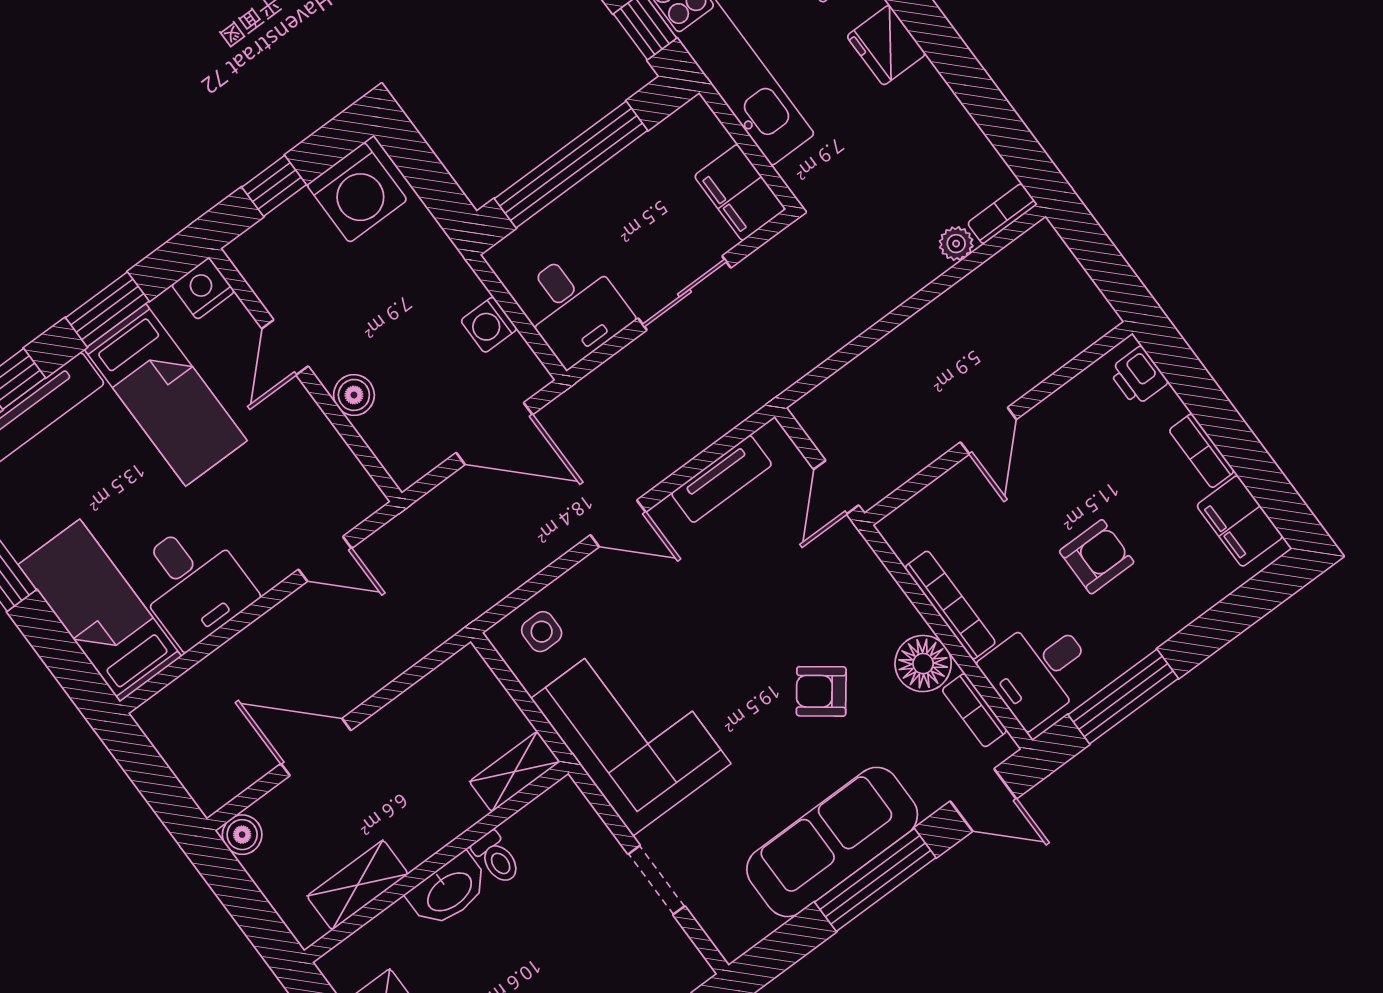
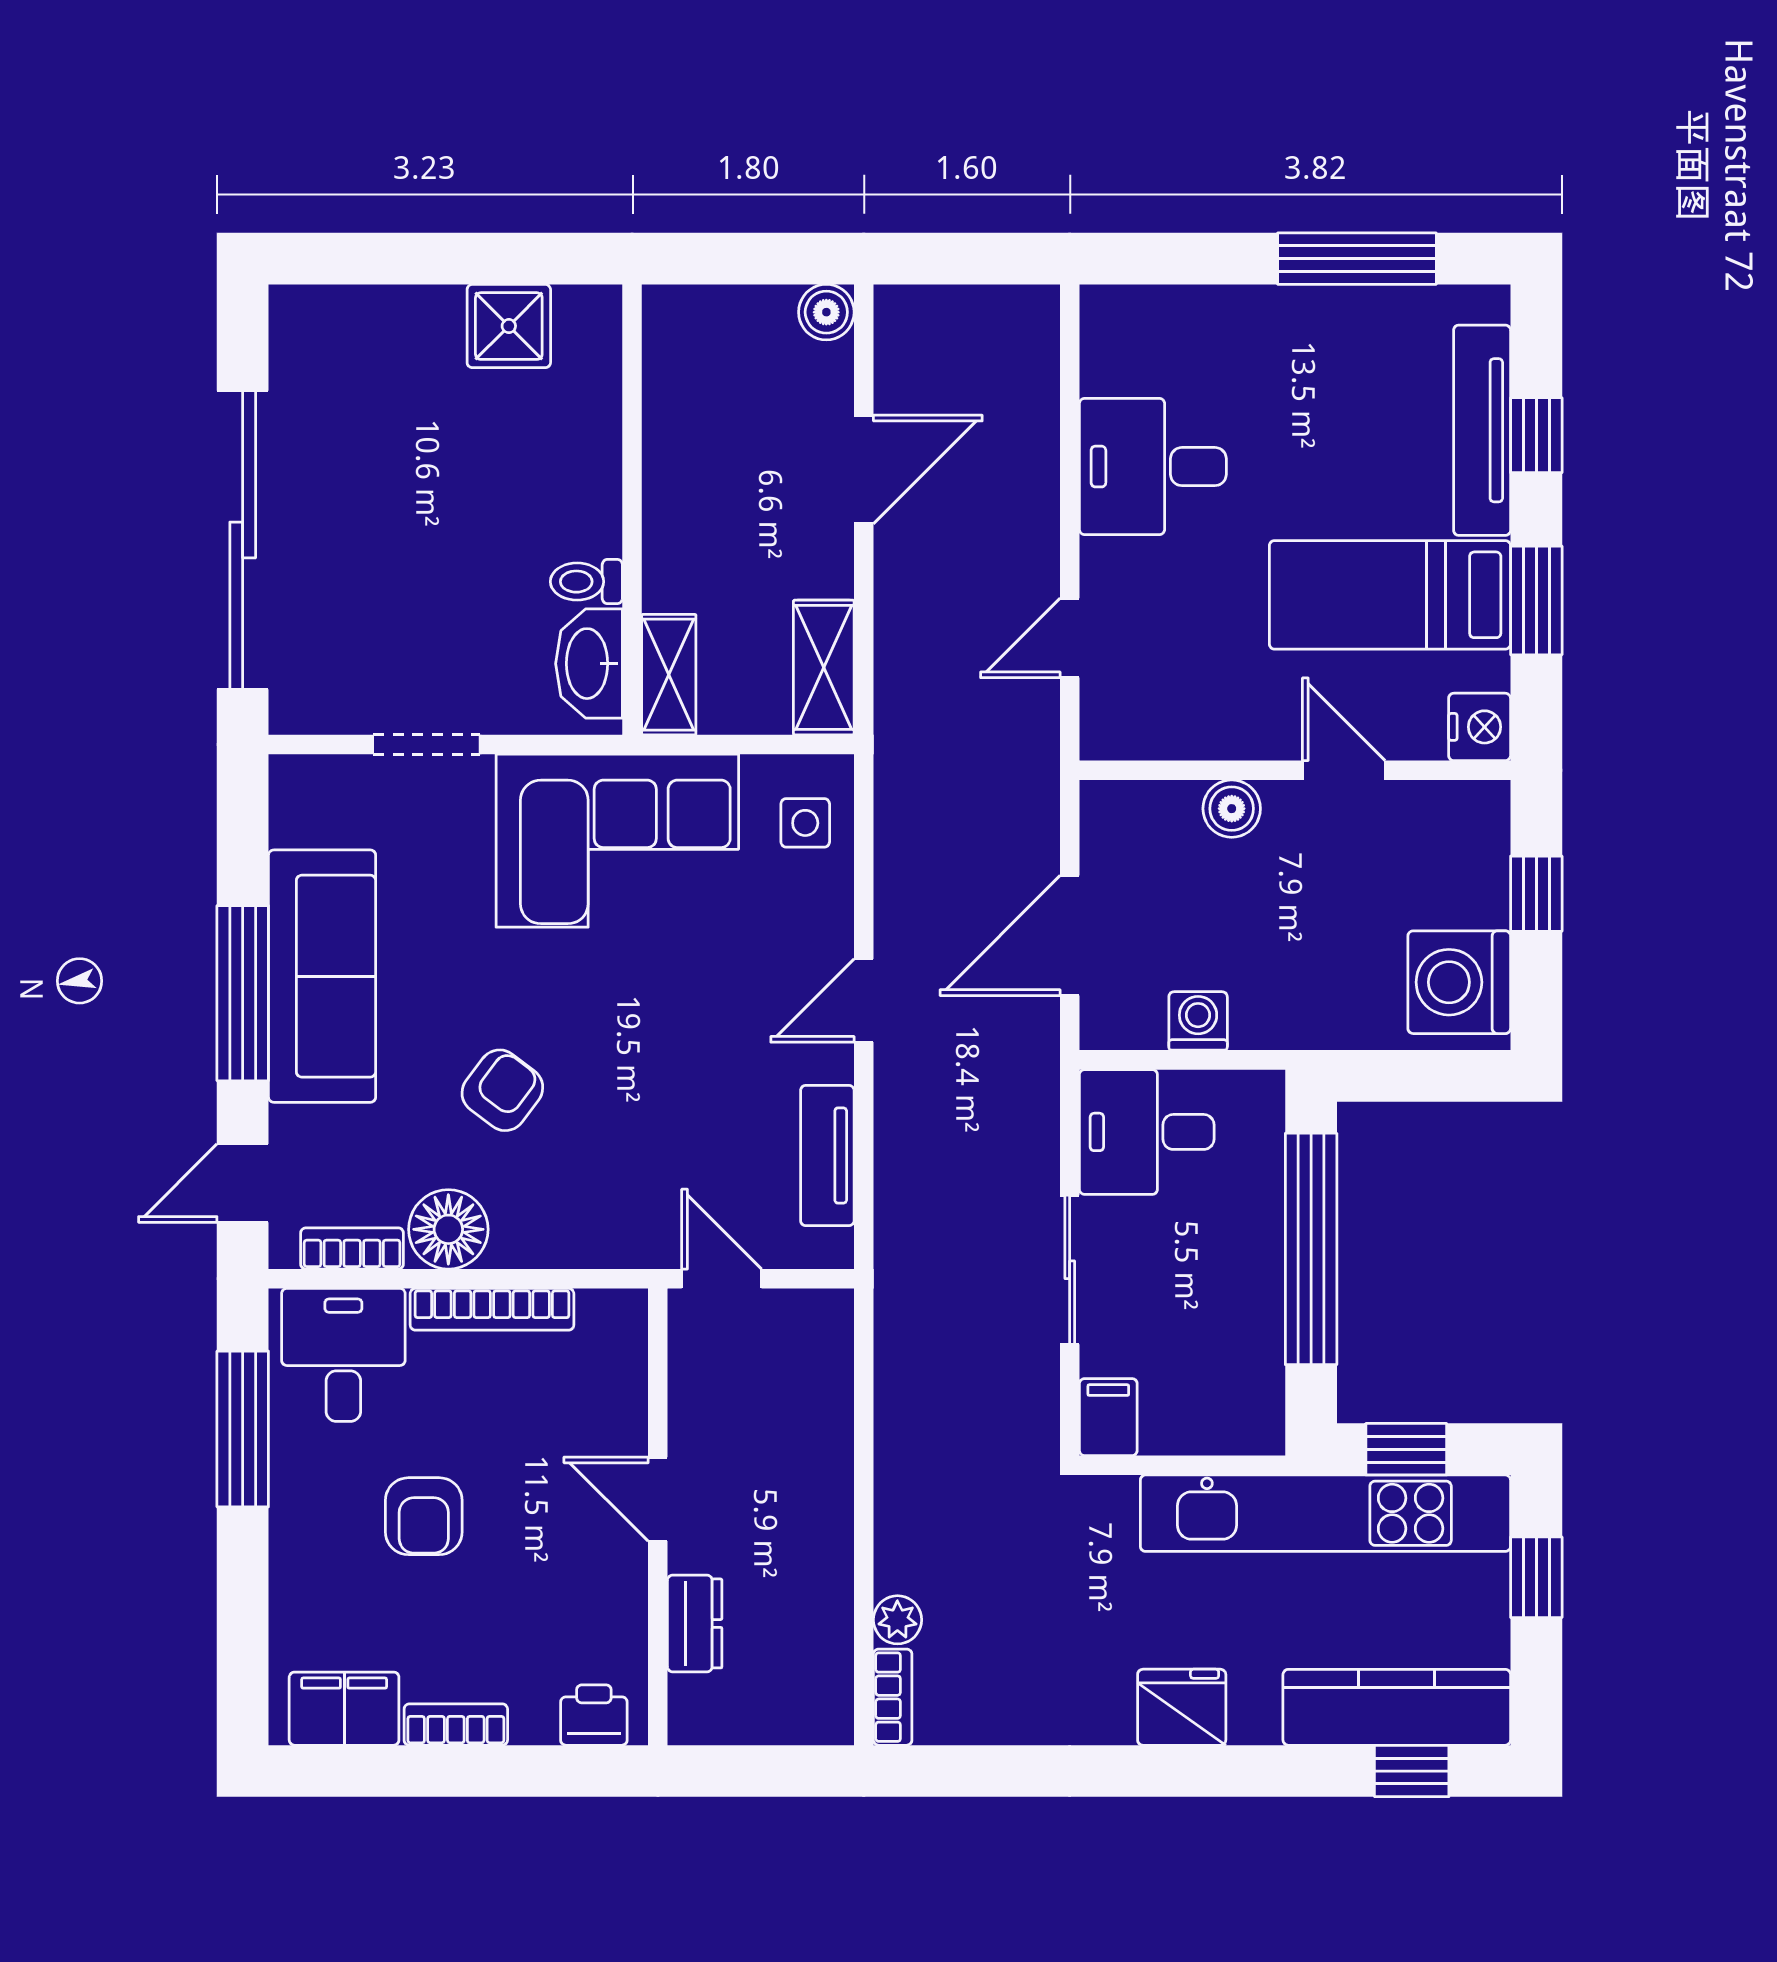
filing cabinet: (740, 193) -> (1108, 1417), width x0.50
dresser: (1044, 357) -> (695, 1623), added
bed: (100, 611) -> (1200, 339), removed
shelving: (358, 885) -> (824, 667), moved
washbasin: (449, 891) -> (589, 664), moved

